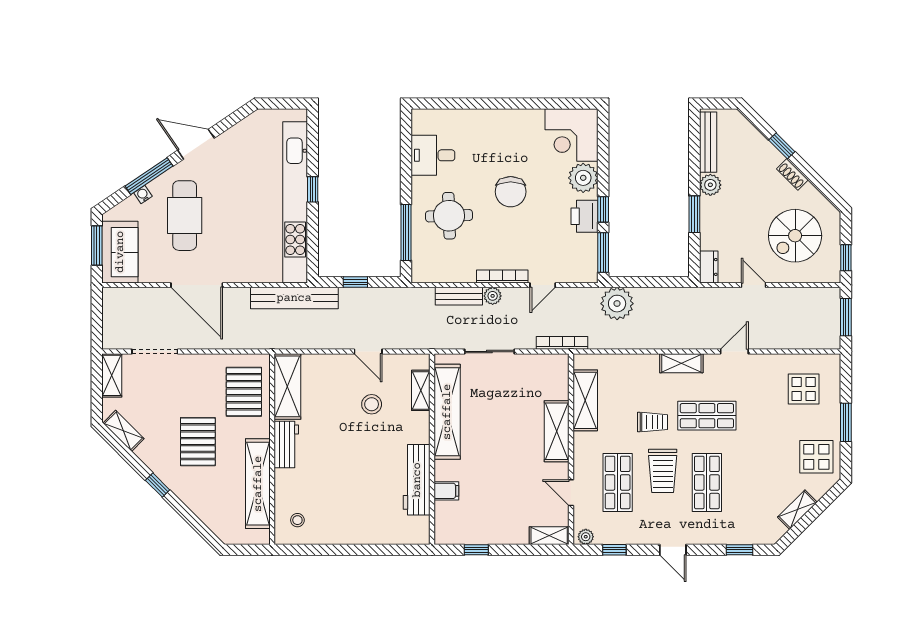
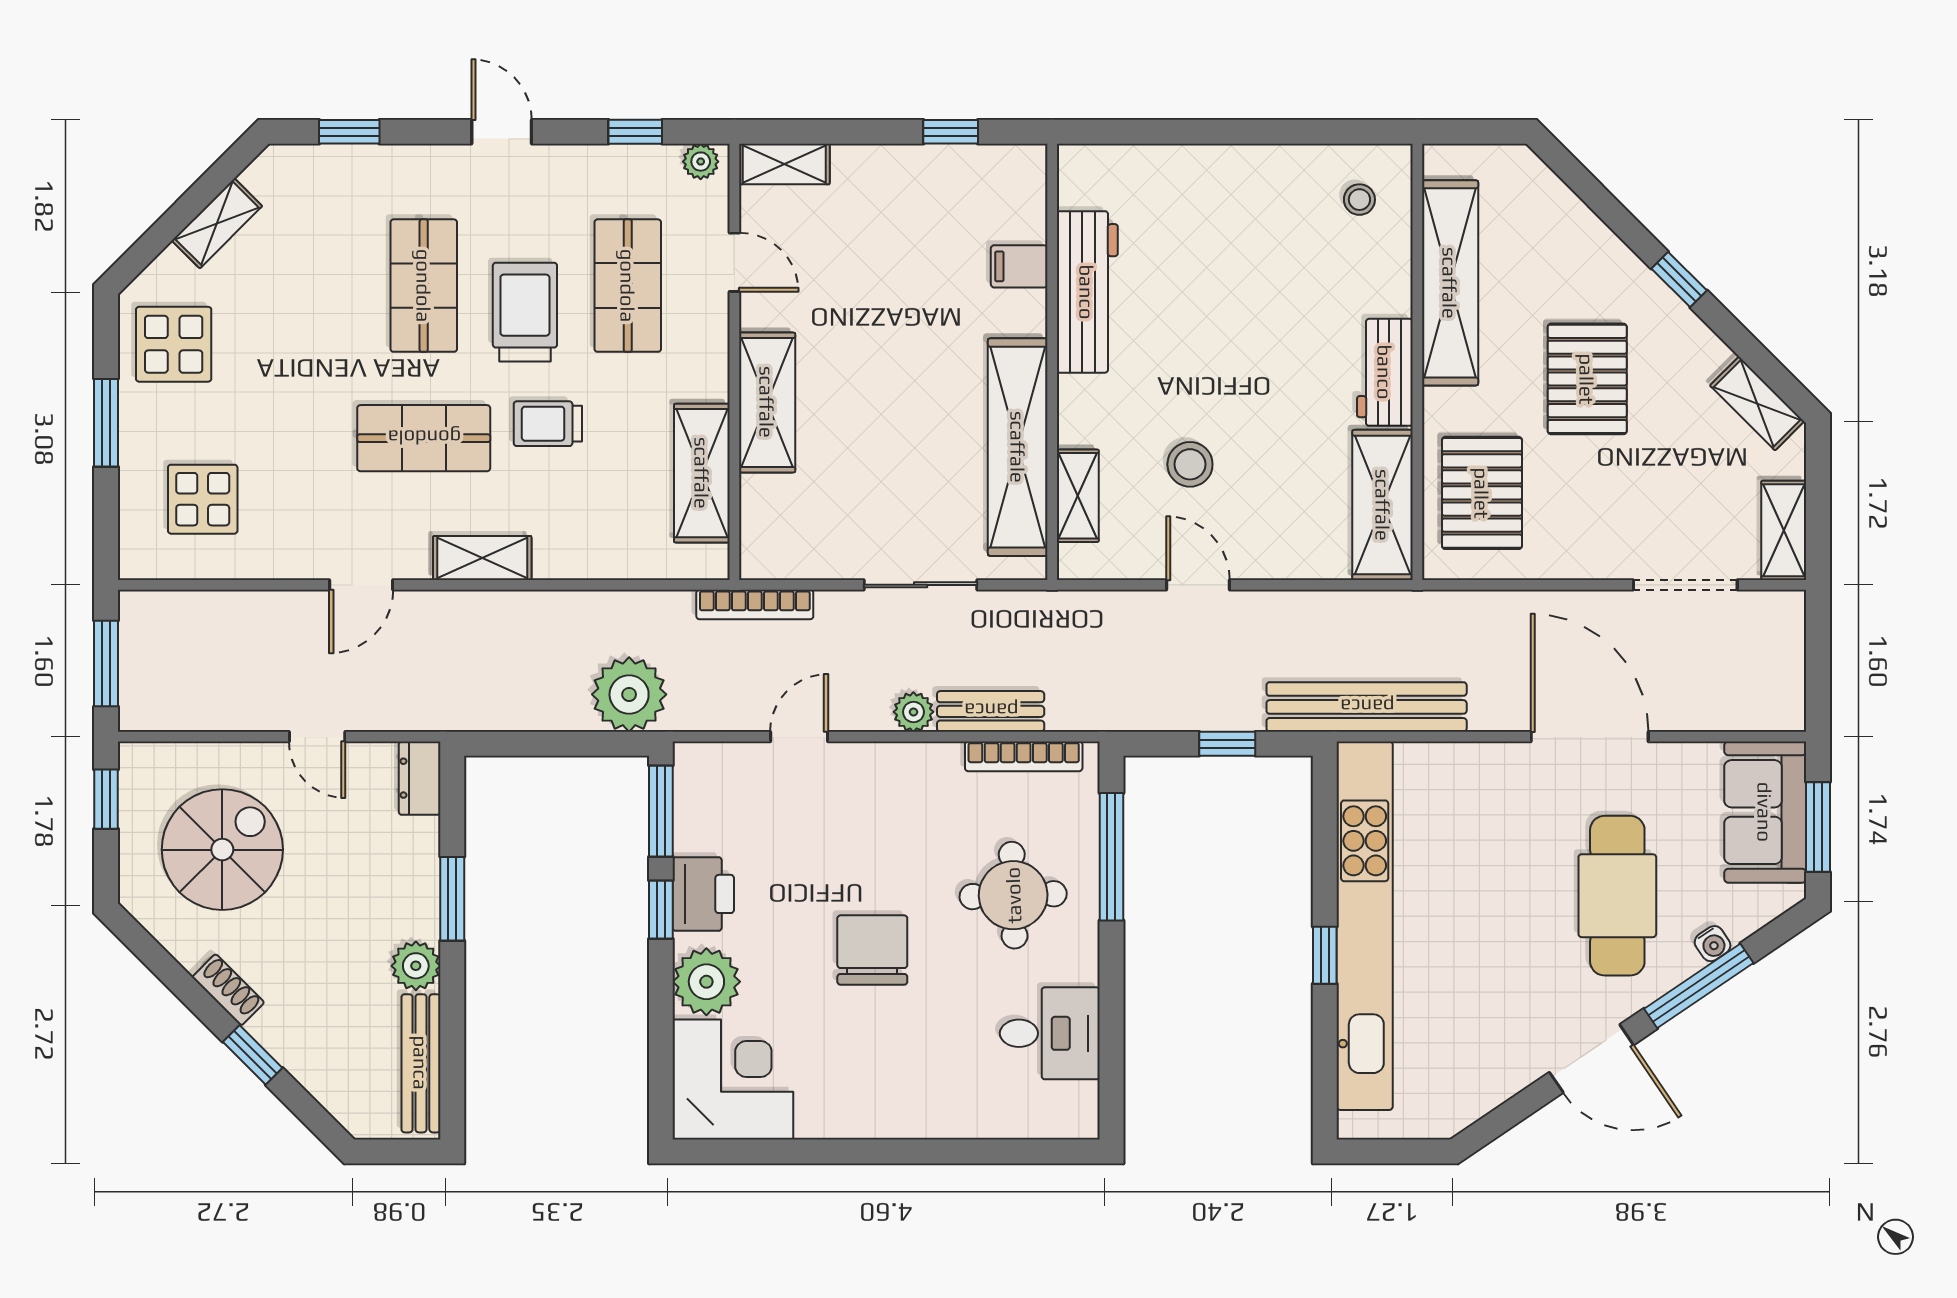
bookcase: (502, 276) -> (1024, 756), moved

